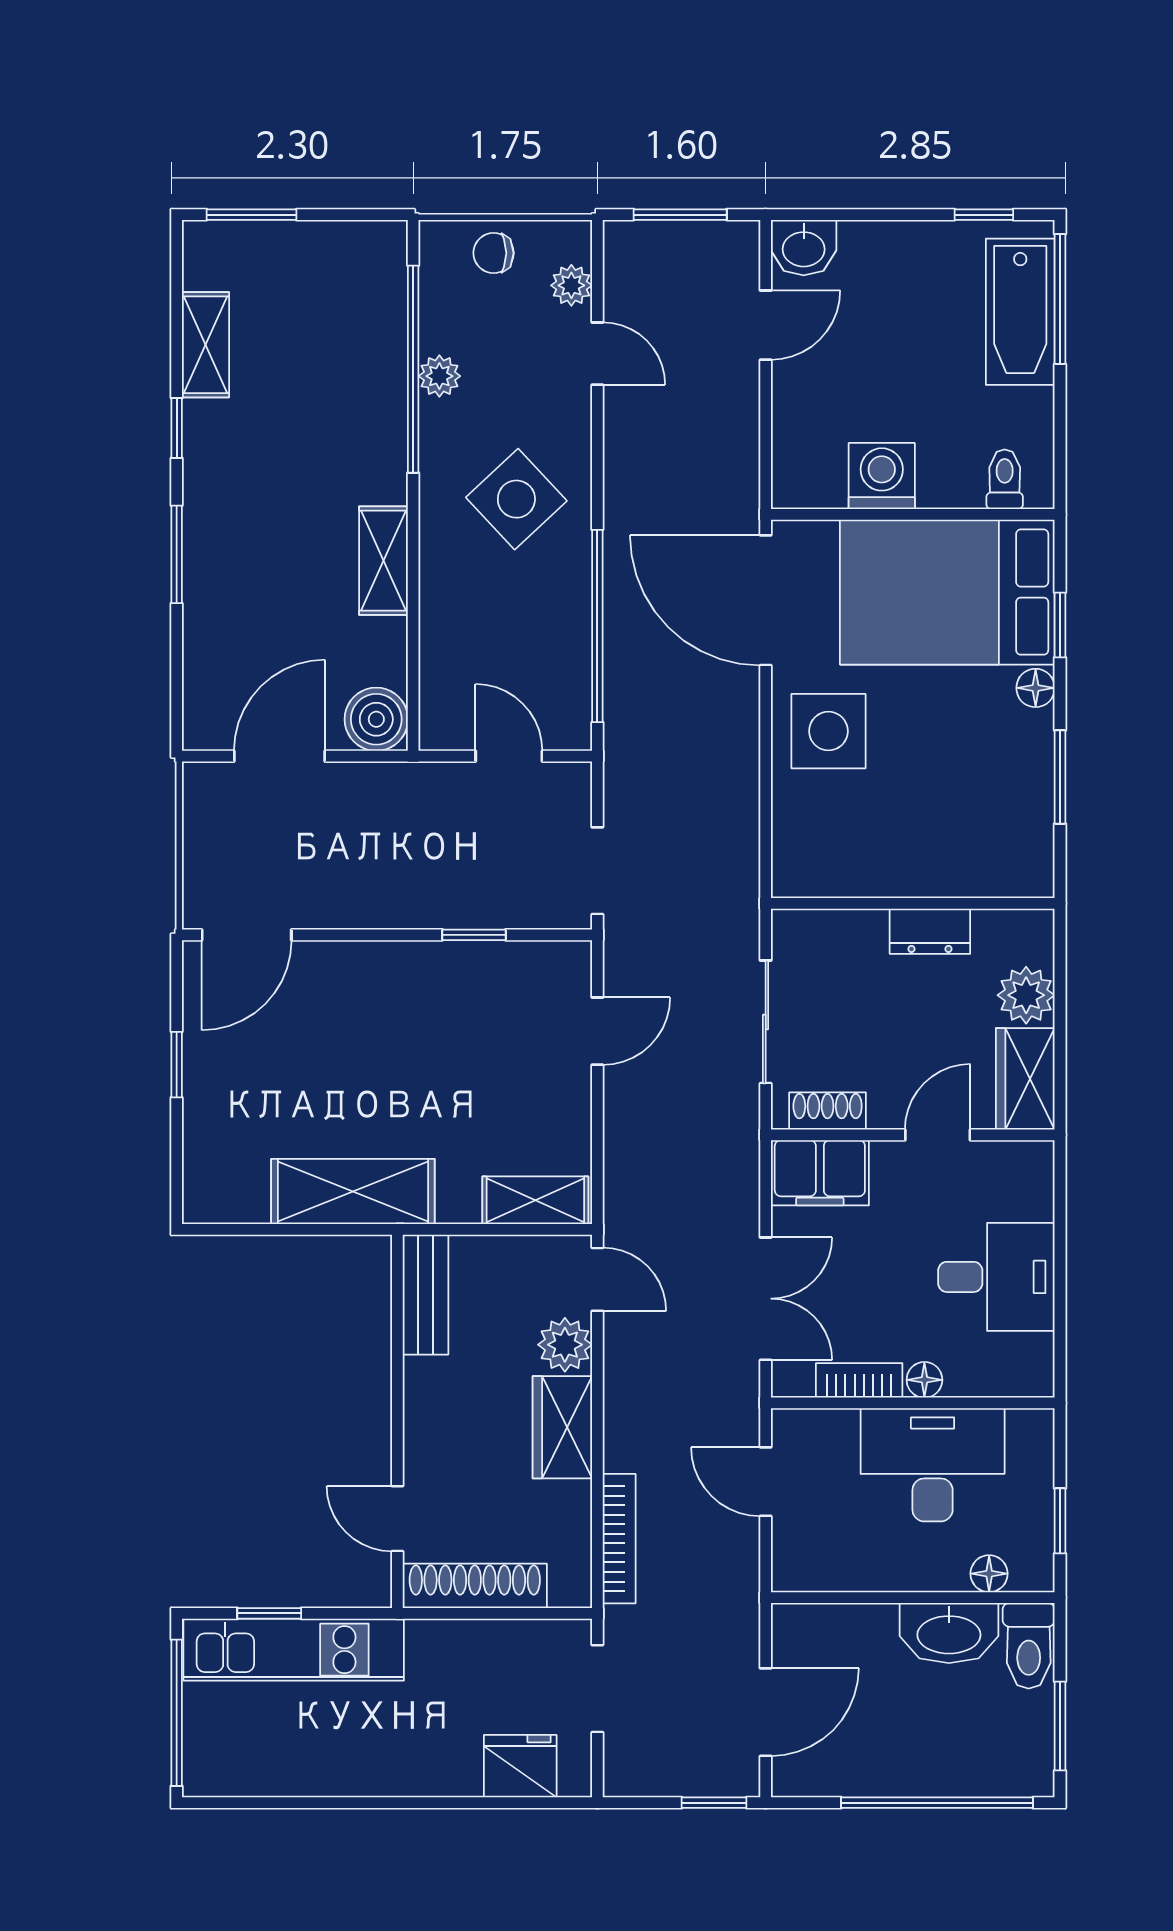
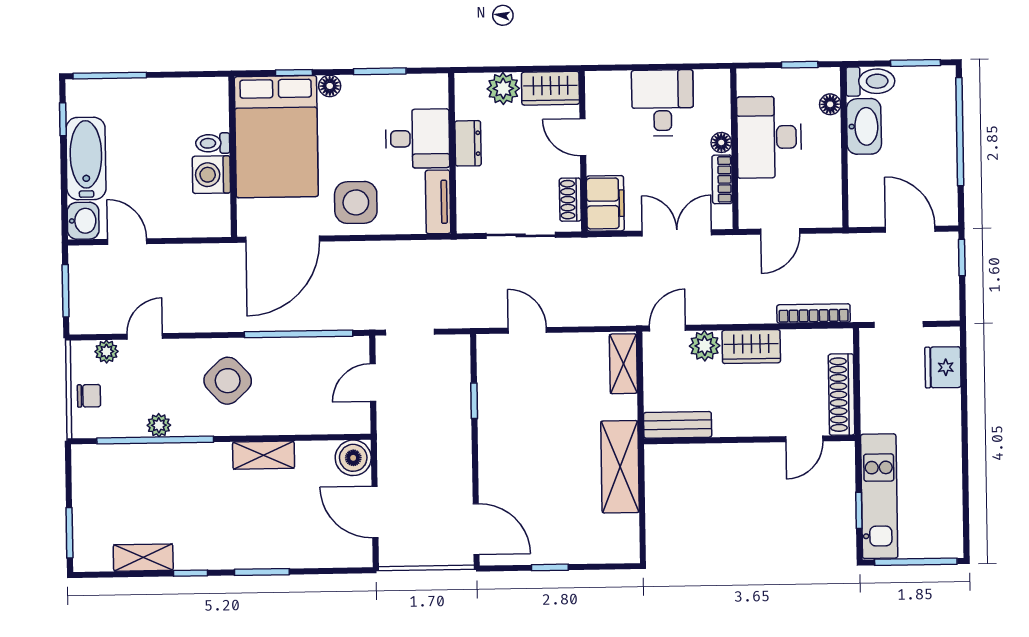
chair: (493, 253) -> (89, 396), turned -90
bathtub: (1020, 312) -> (86, 158), moved, turned -90
toilet: (1005, 479) -> (213, 143), moved
desk: (940, 842) -> (417, 139), added
doorway: (597, 871) -> (410, 332), moved
tv unit: (827, 877) -> (438, 202), added

